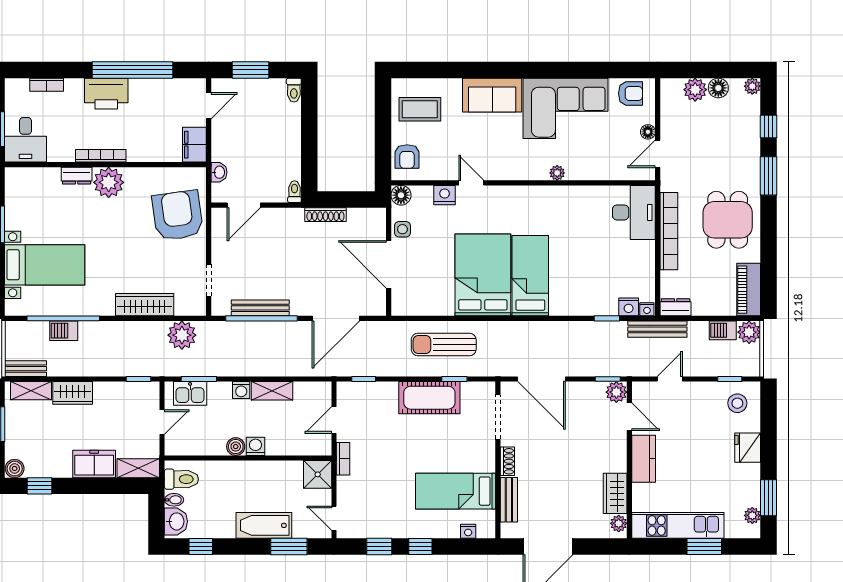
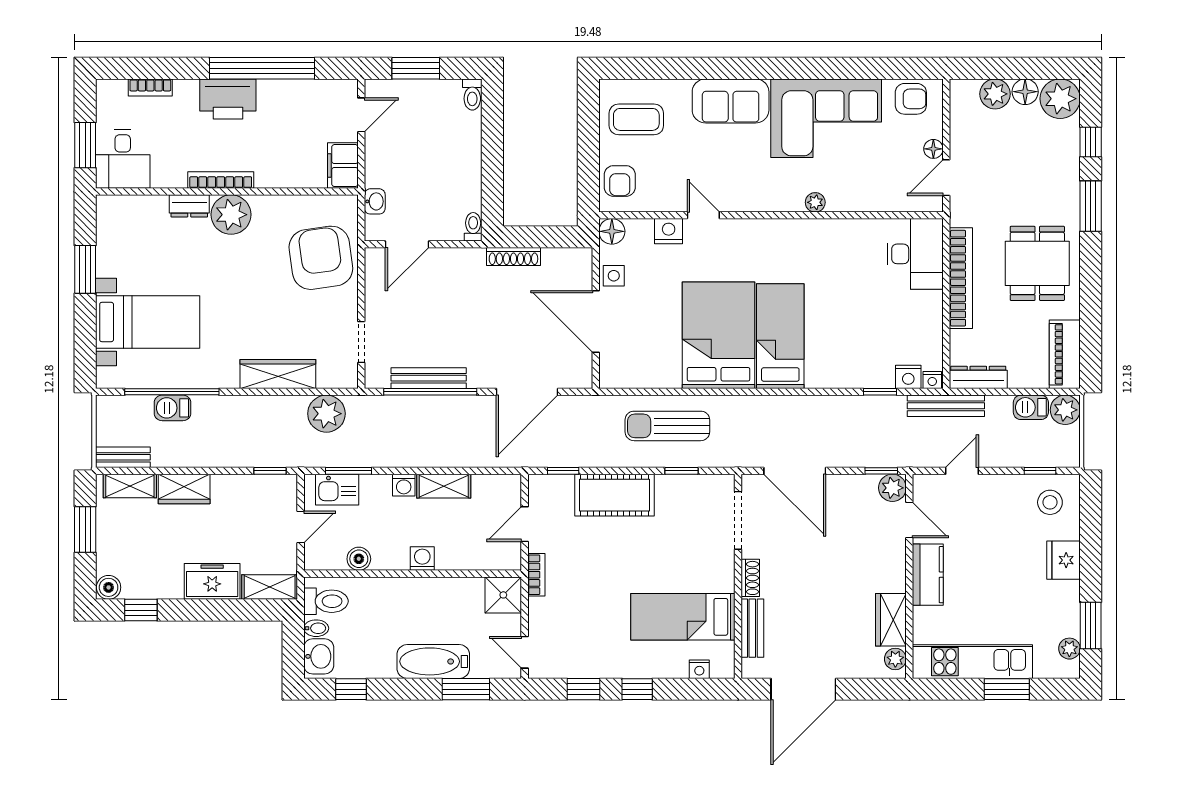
plant: (752, 86) -> (1060, 99), width x1.87, depth x1.87
dresser: (676, 307) -> (978, 377), width x1.44
cot: (429, 398) -> (614, 495), moved
boiler: (236, 447) -> (359, 559), moved

